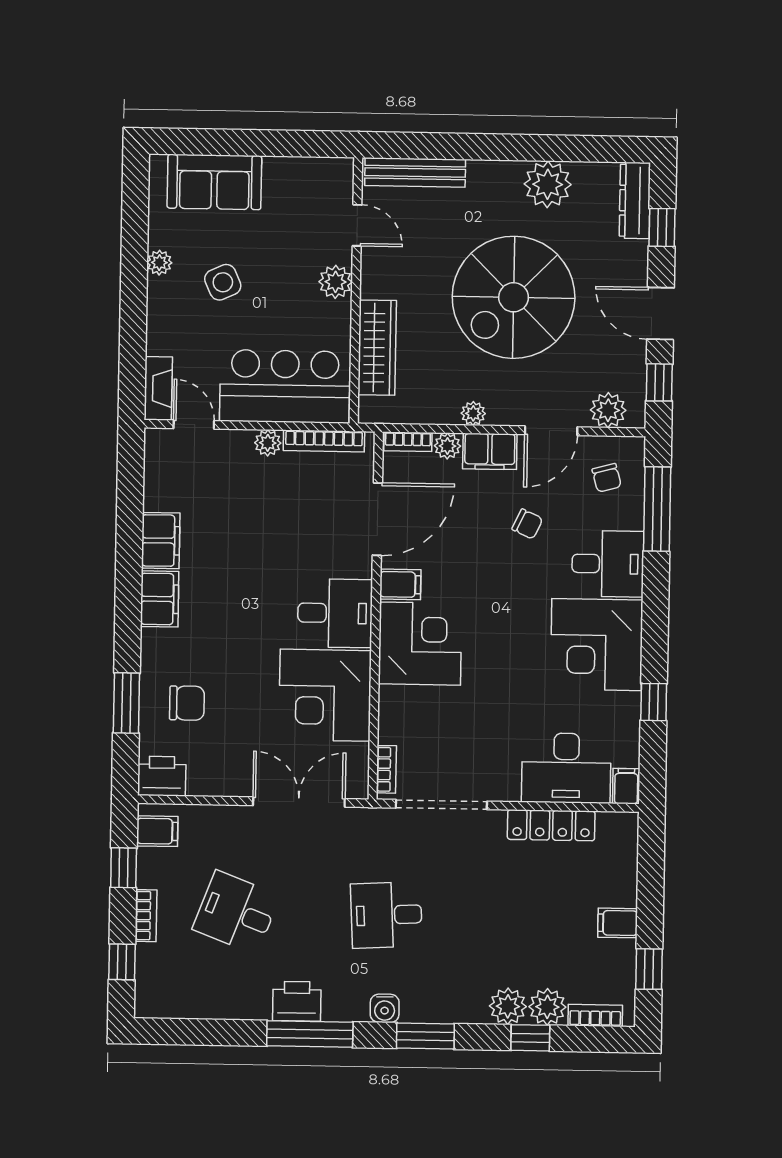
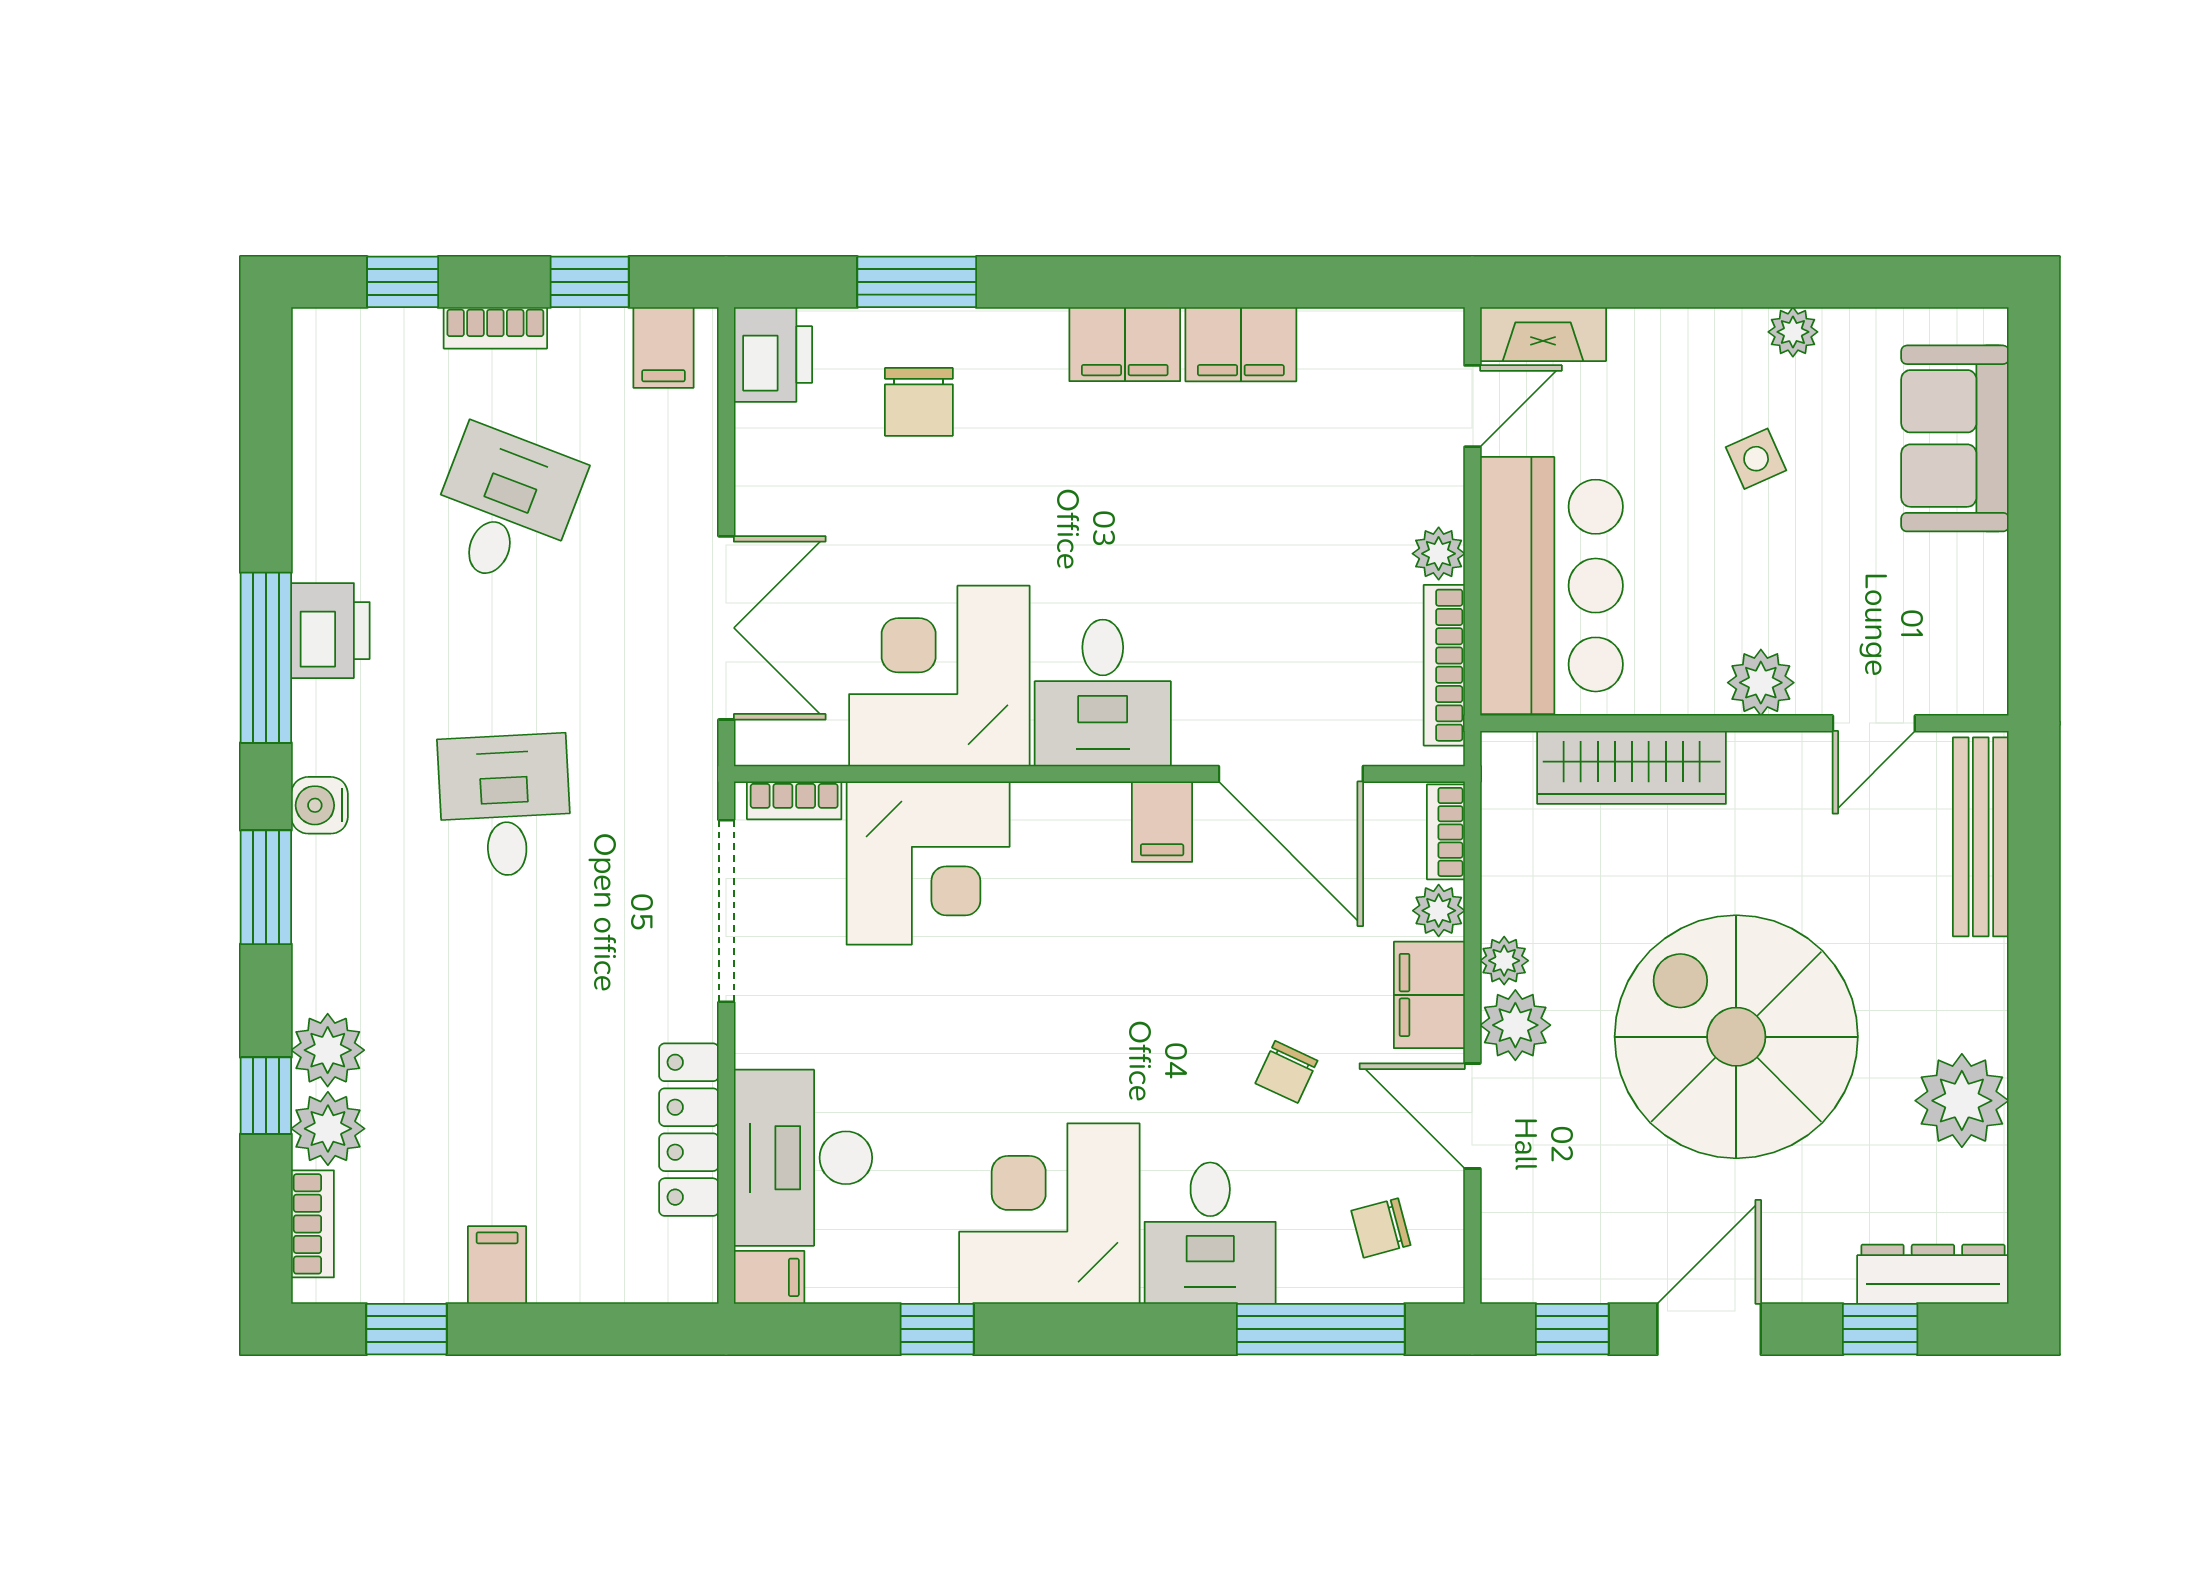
side table: (223, 282) -> (1756, 459), width x0.73, depth x0.73
plant: (608, 410) -> (1515, 1025), moved
corner desk: (420, 644) -> (928, 863), moved

